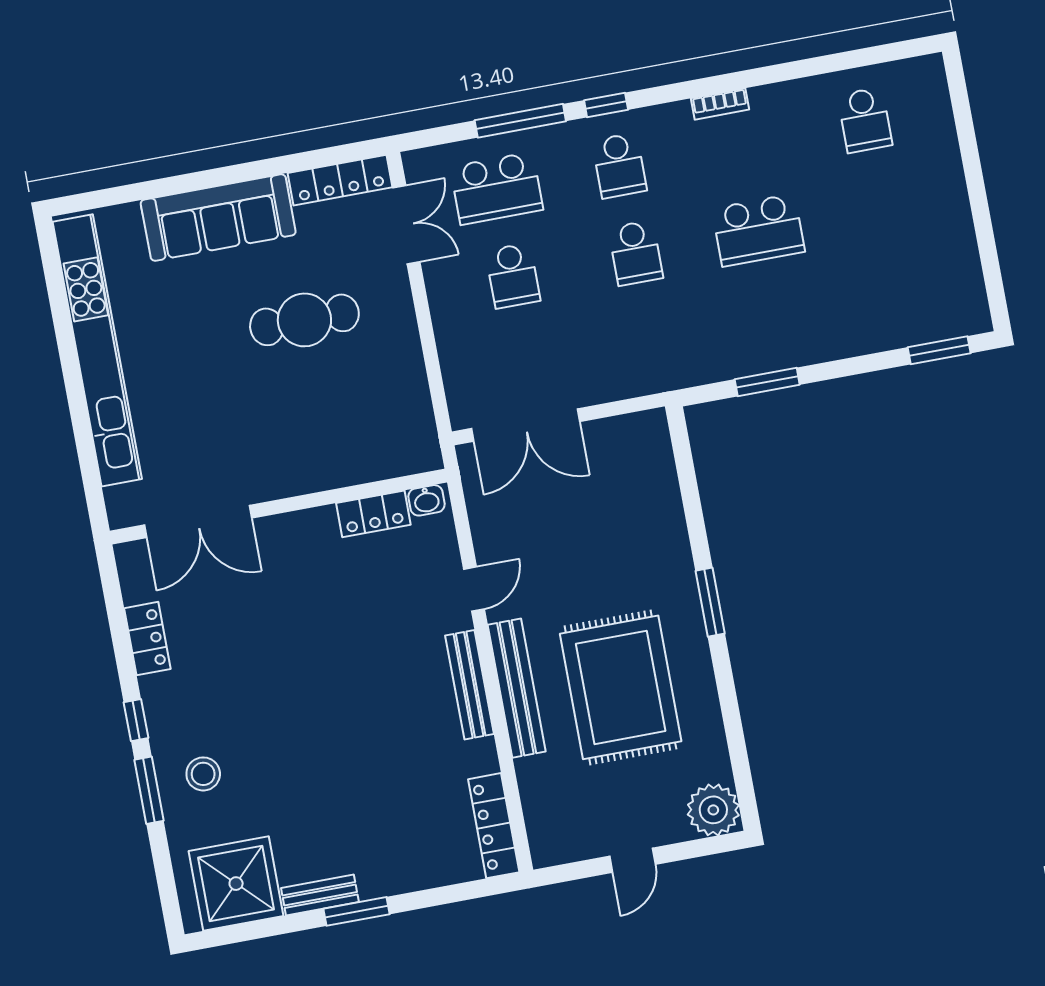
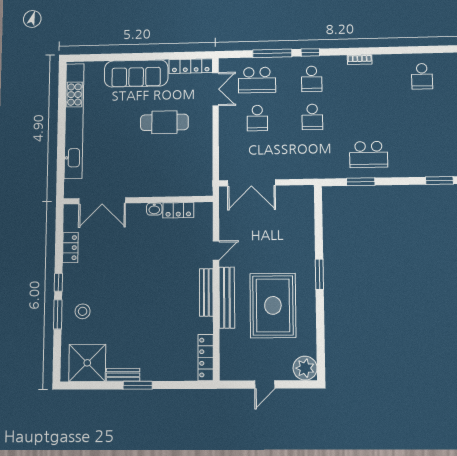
school desk: (758, 230) -> (369, 154), moved
washbasin: (426, 500) -> (154, 209), moved

